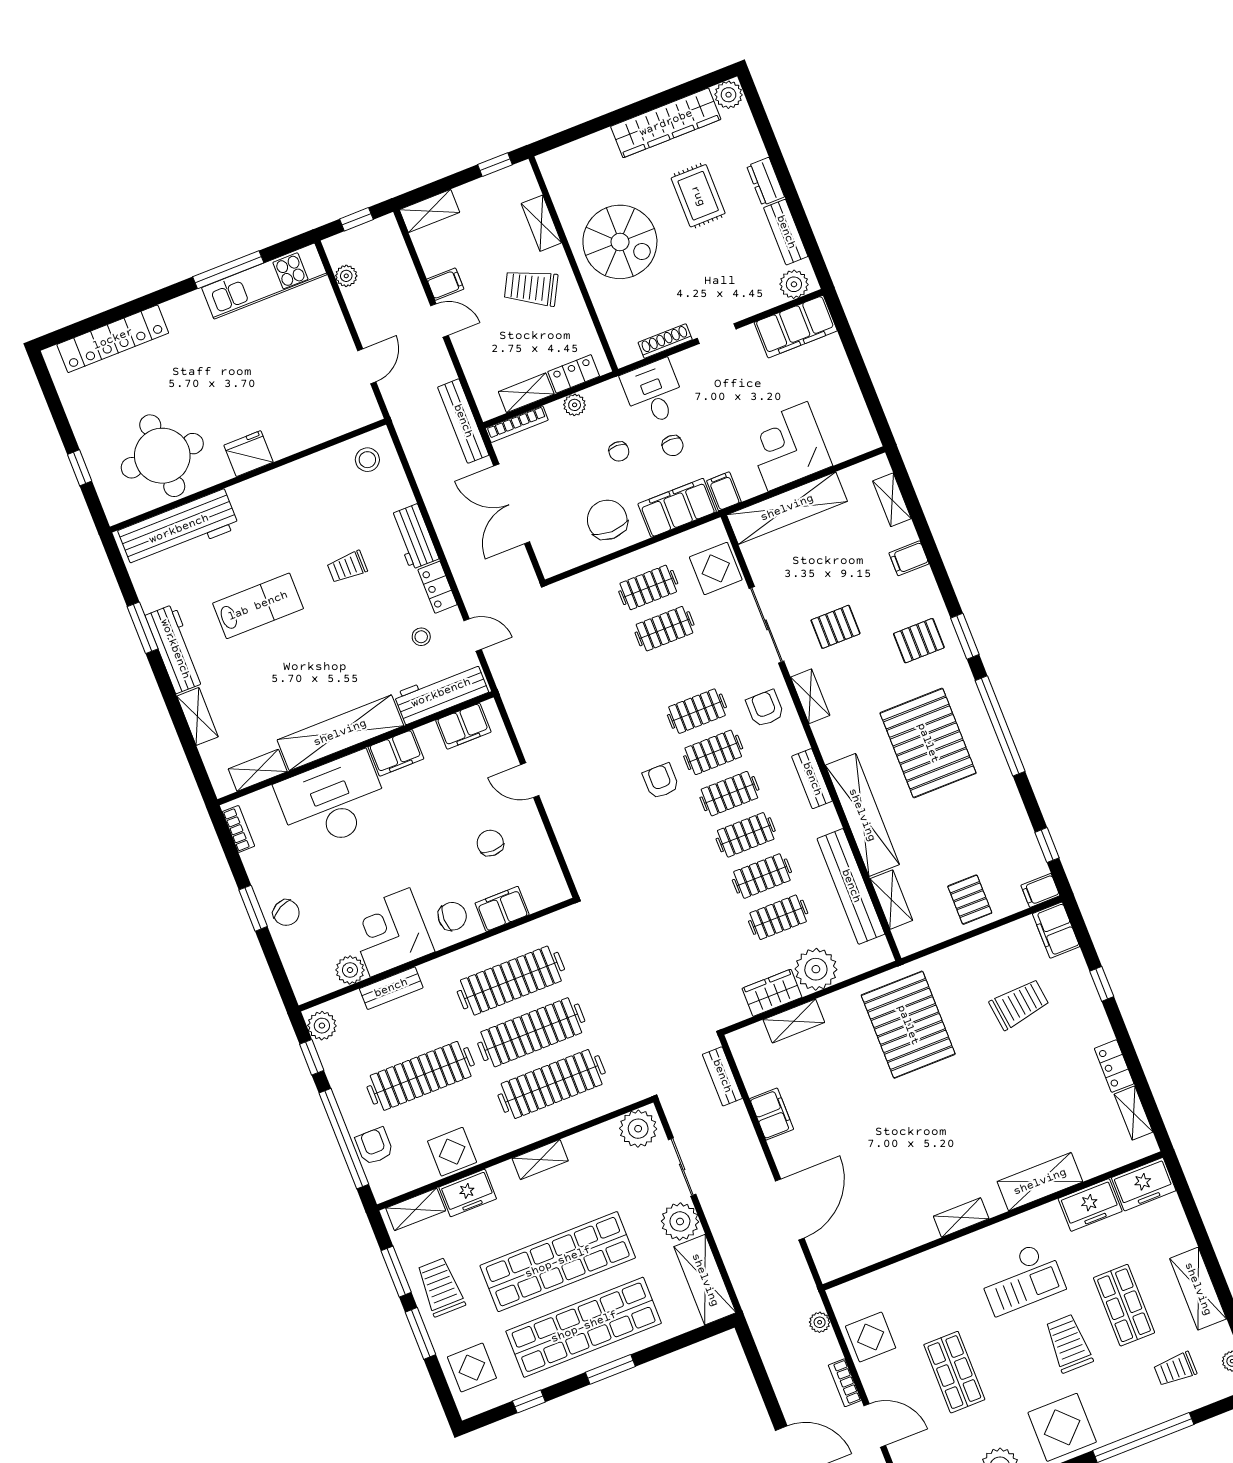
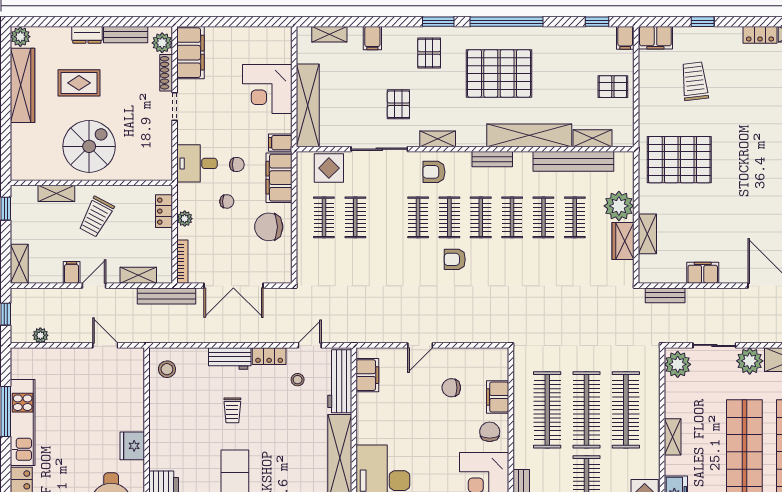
kitchen unit: (264, 281) -> (23, 423), moved
shoe rack: (665, 341) -> (166, 73), moved
shelving: (526, 393) -> (138, 275), moved, turned 90
filing cabinet: (396, 753) -> (367, 426), removed

